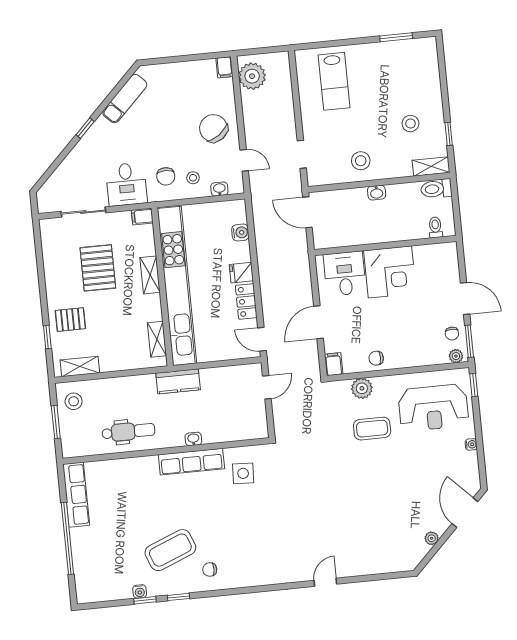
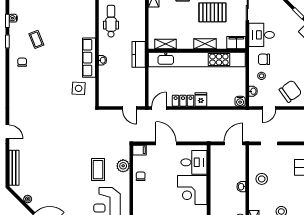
filing cabinet: (142, 217) -> (236, 43), width x2.00
water cooler: (240, 233) -> (240, 101), moved
dental chair: (128, 432) -> (111, 21), turned 180
coffee table: (170, 550) -> (36, 39), width x0.54, depth x0.58
bench: (383, 566) -> (14, 168), added

